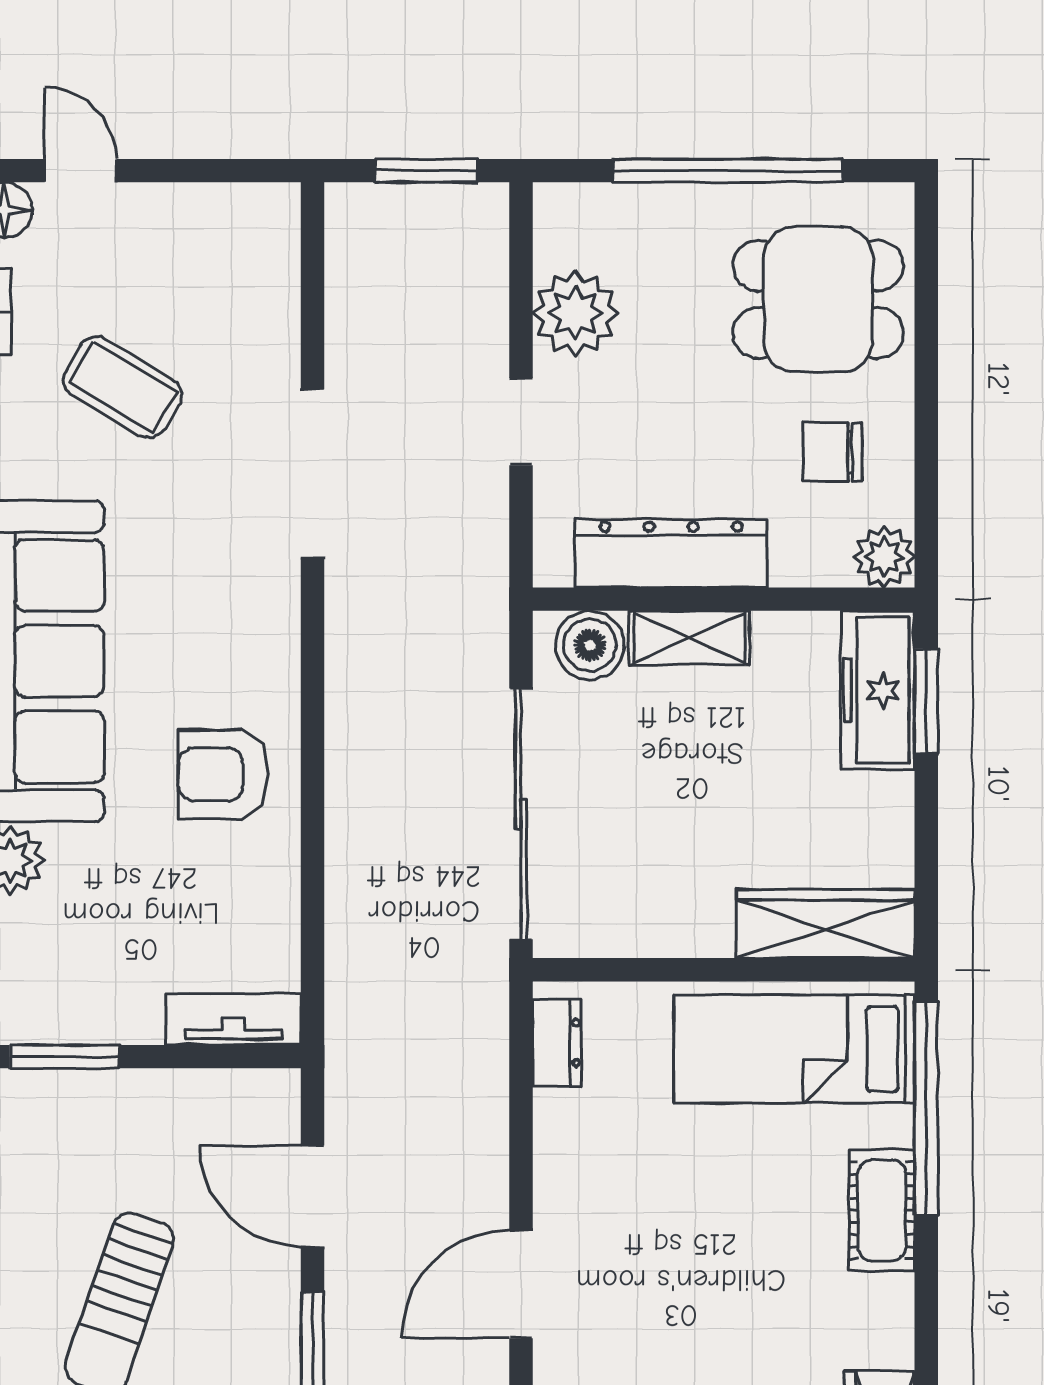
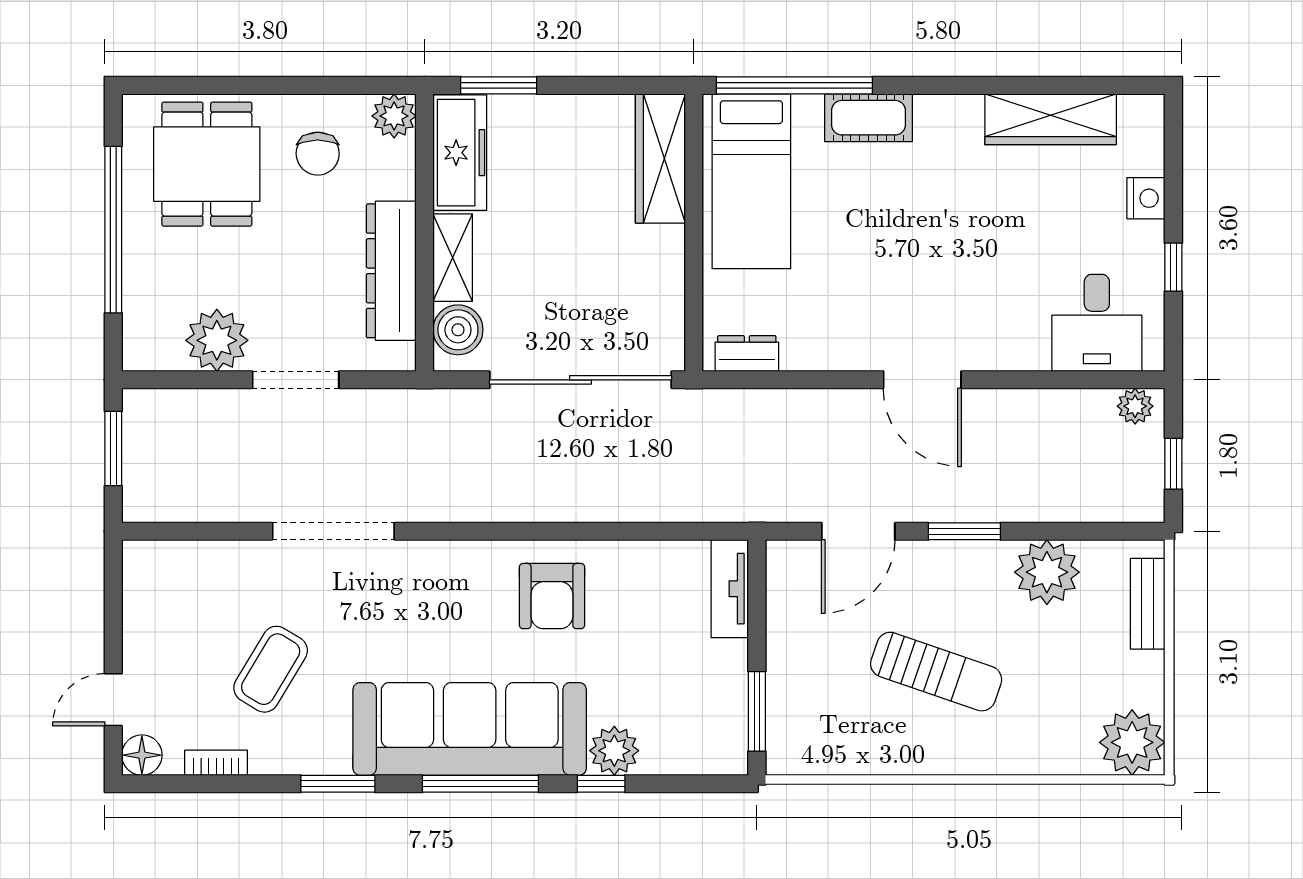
doorway: (521, 422) -> (296, 380), width x1.38
freezer: (878, 690) -> (460, 153), moved, turned -90

